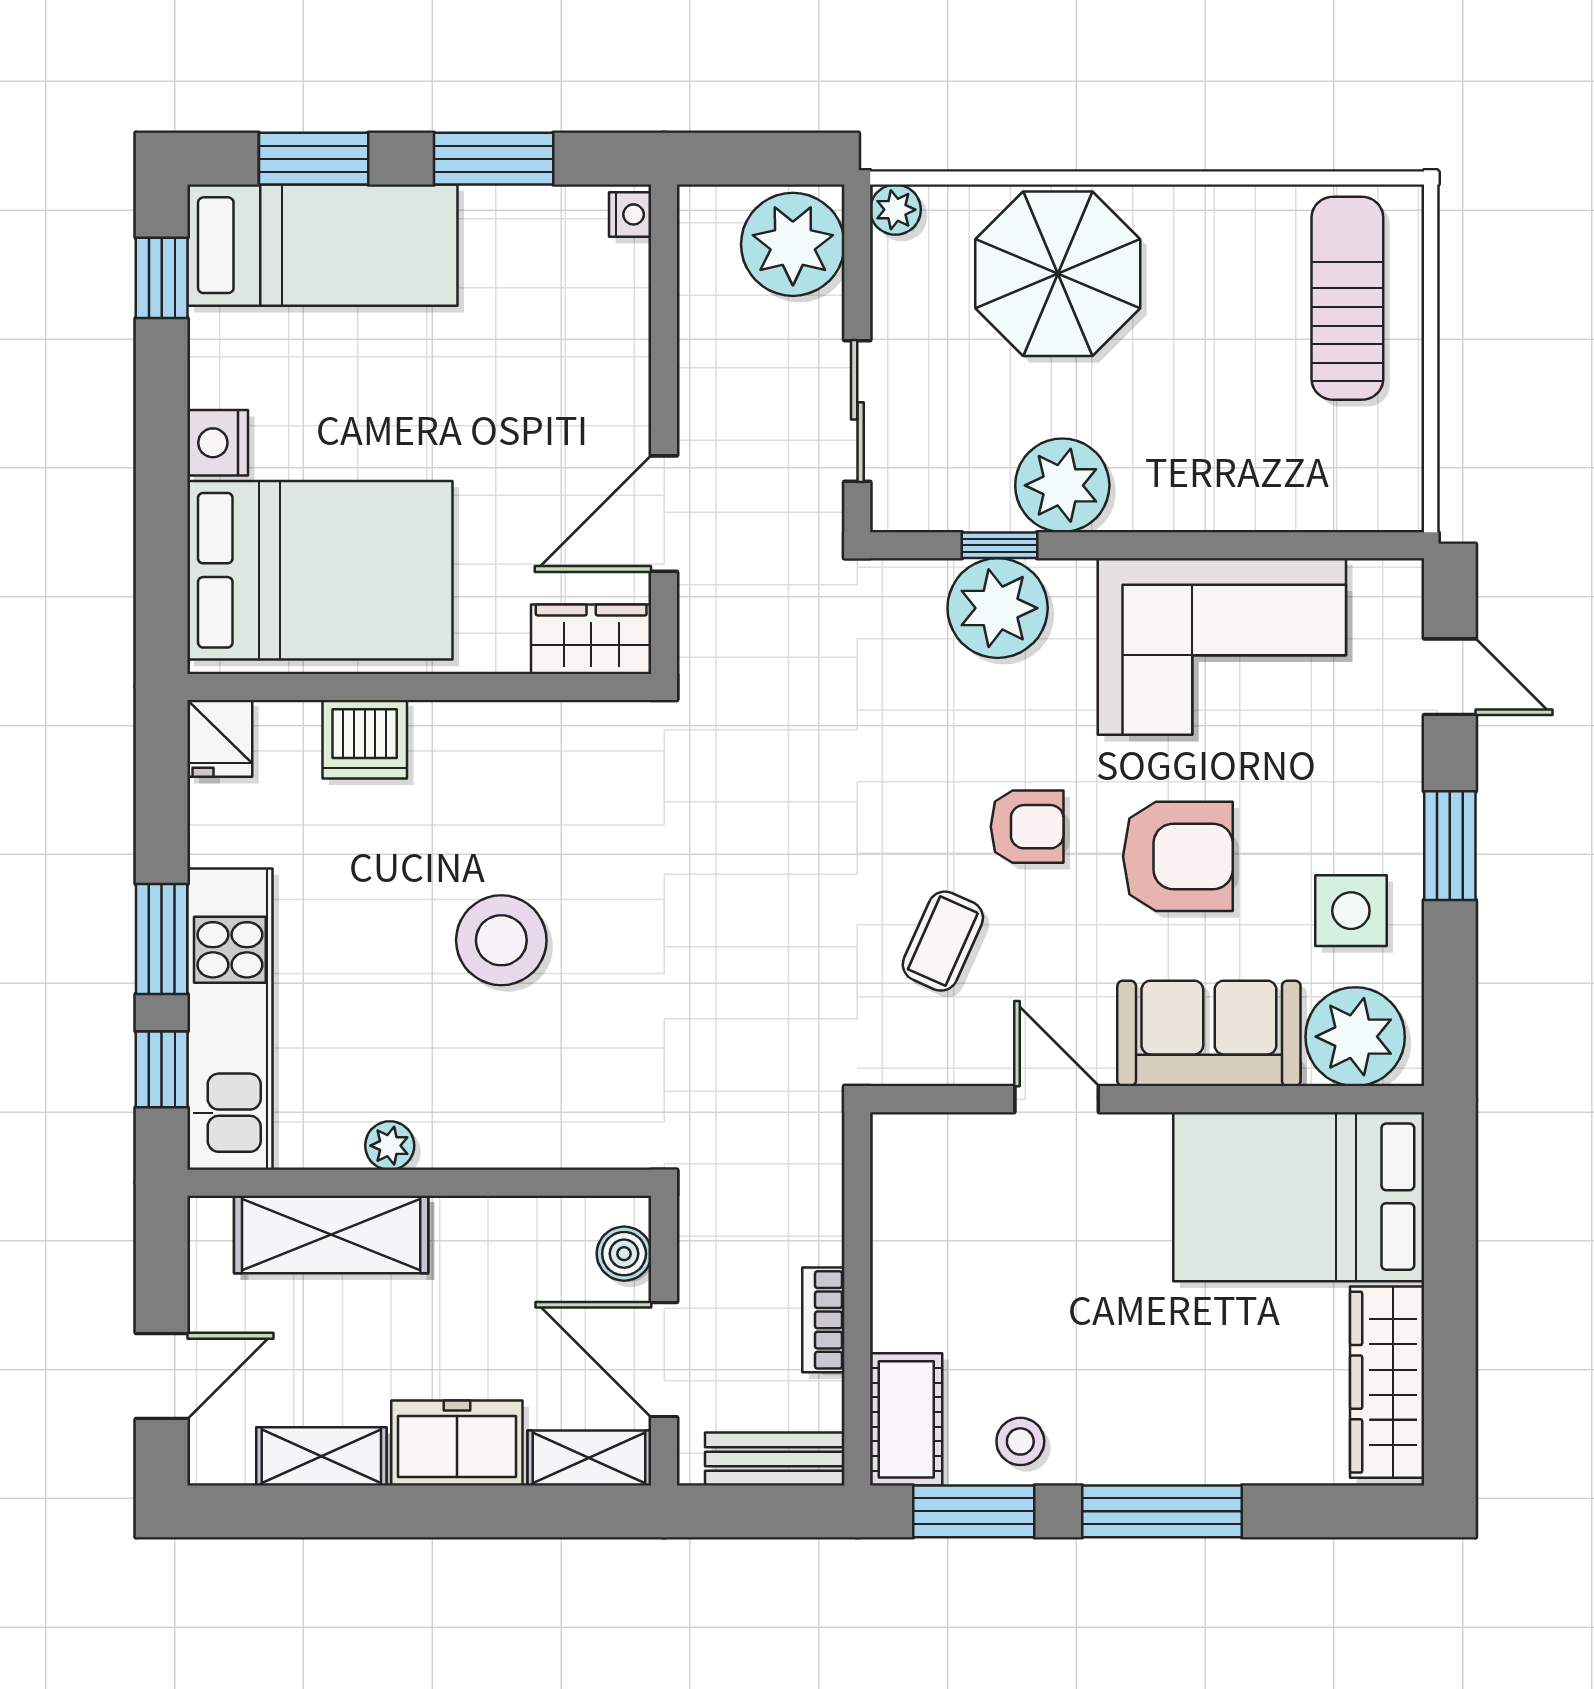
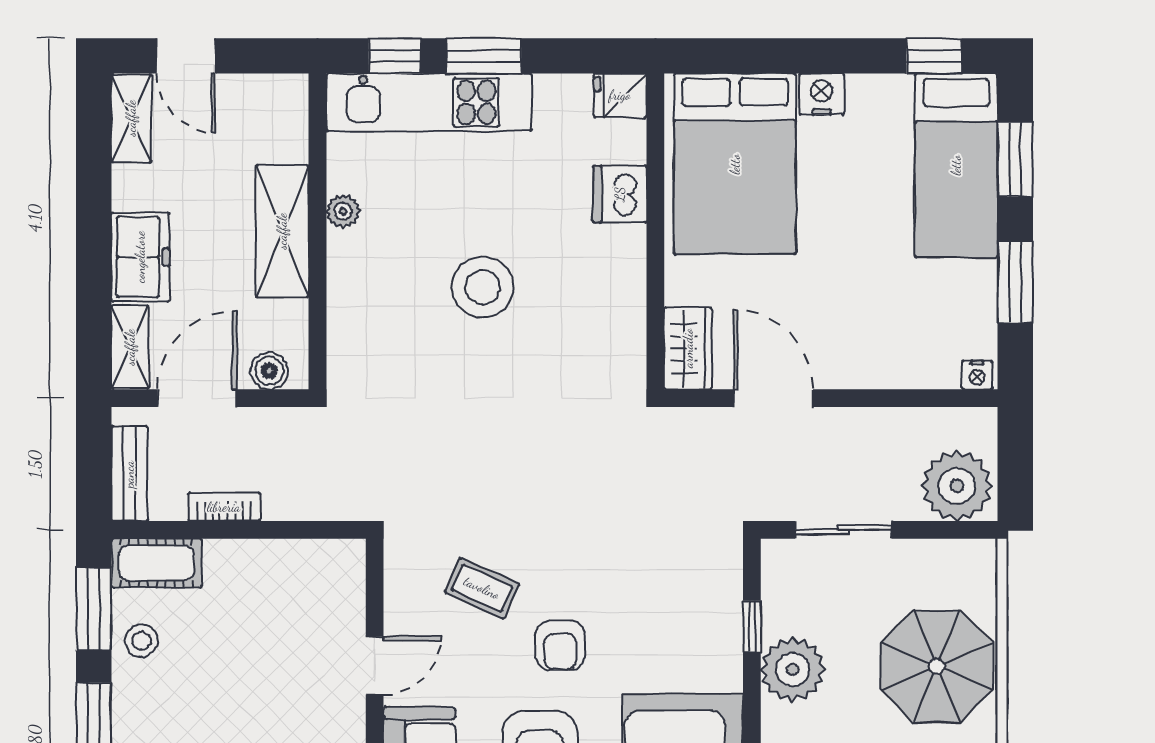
plant: (895, 210) -> (980, 556), removed
plant: (998, 608) -> (709, 625), removed
shelving: (331, 1235) -> (282, 231), moved
shelving: (321, 1456) -> (131, 118), moved

